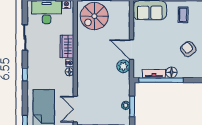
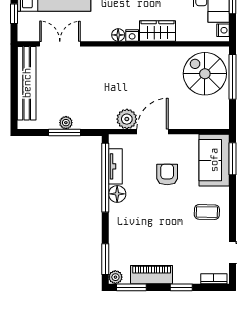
armchair: (188, 49) -> (167, 174), moved, turned -52

